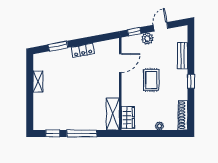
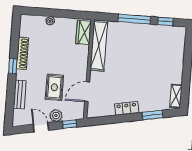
door: (161, 27) -> (41, 127), swing flipped
rug: (151, 80) -> (54, 87), moved
shelving: (38, 81) -> (176, 96), moved
shelving: (113, 114) -> (99, 45), width x1.47
shoe rack: (183, 115) -> (22, 53), moved

